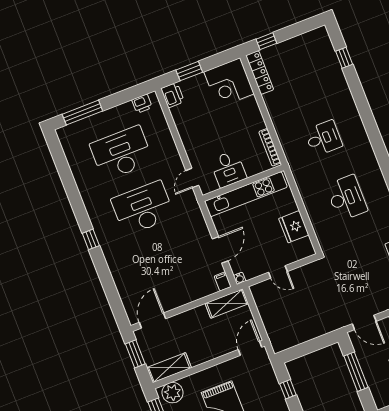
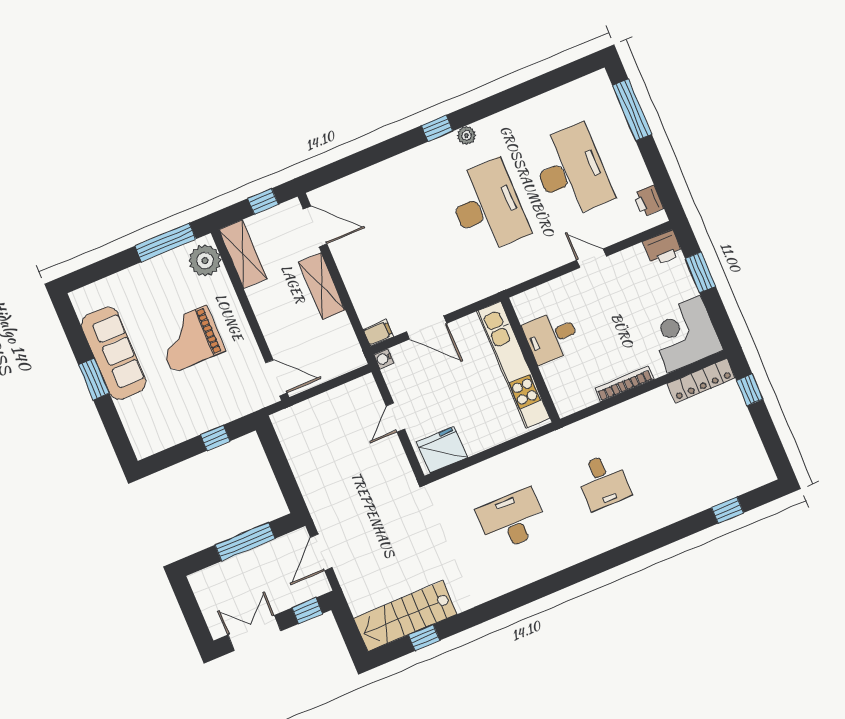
bookcase: (270, 147) -> (624, 384), moved
door: (192, 178) -> (591, 258), moved
desk: (347, 198) -> (512, 520), turned 180
plant: (96, 221) -> (466, 135), added
fridge: (294, 227) -> (442, 450), moved
shelving: (227, 303) -> (322, 286), moved
window: (135, 354) -> (263, 201), width x0.67

